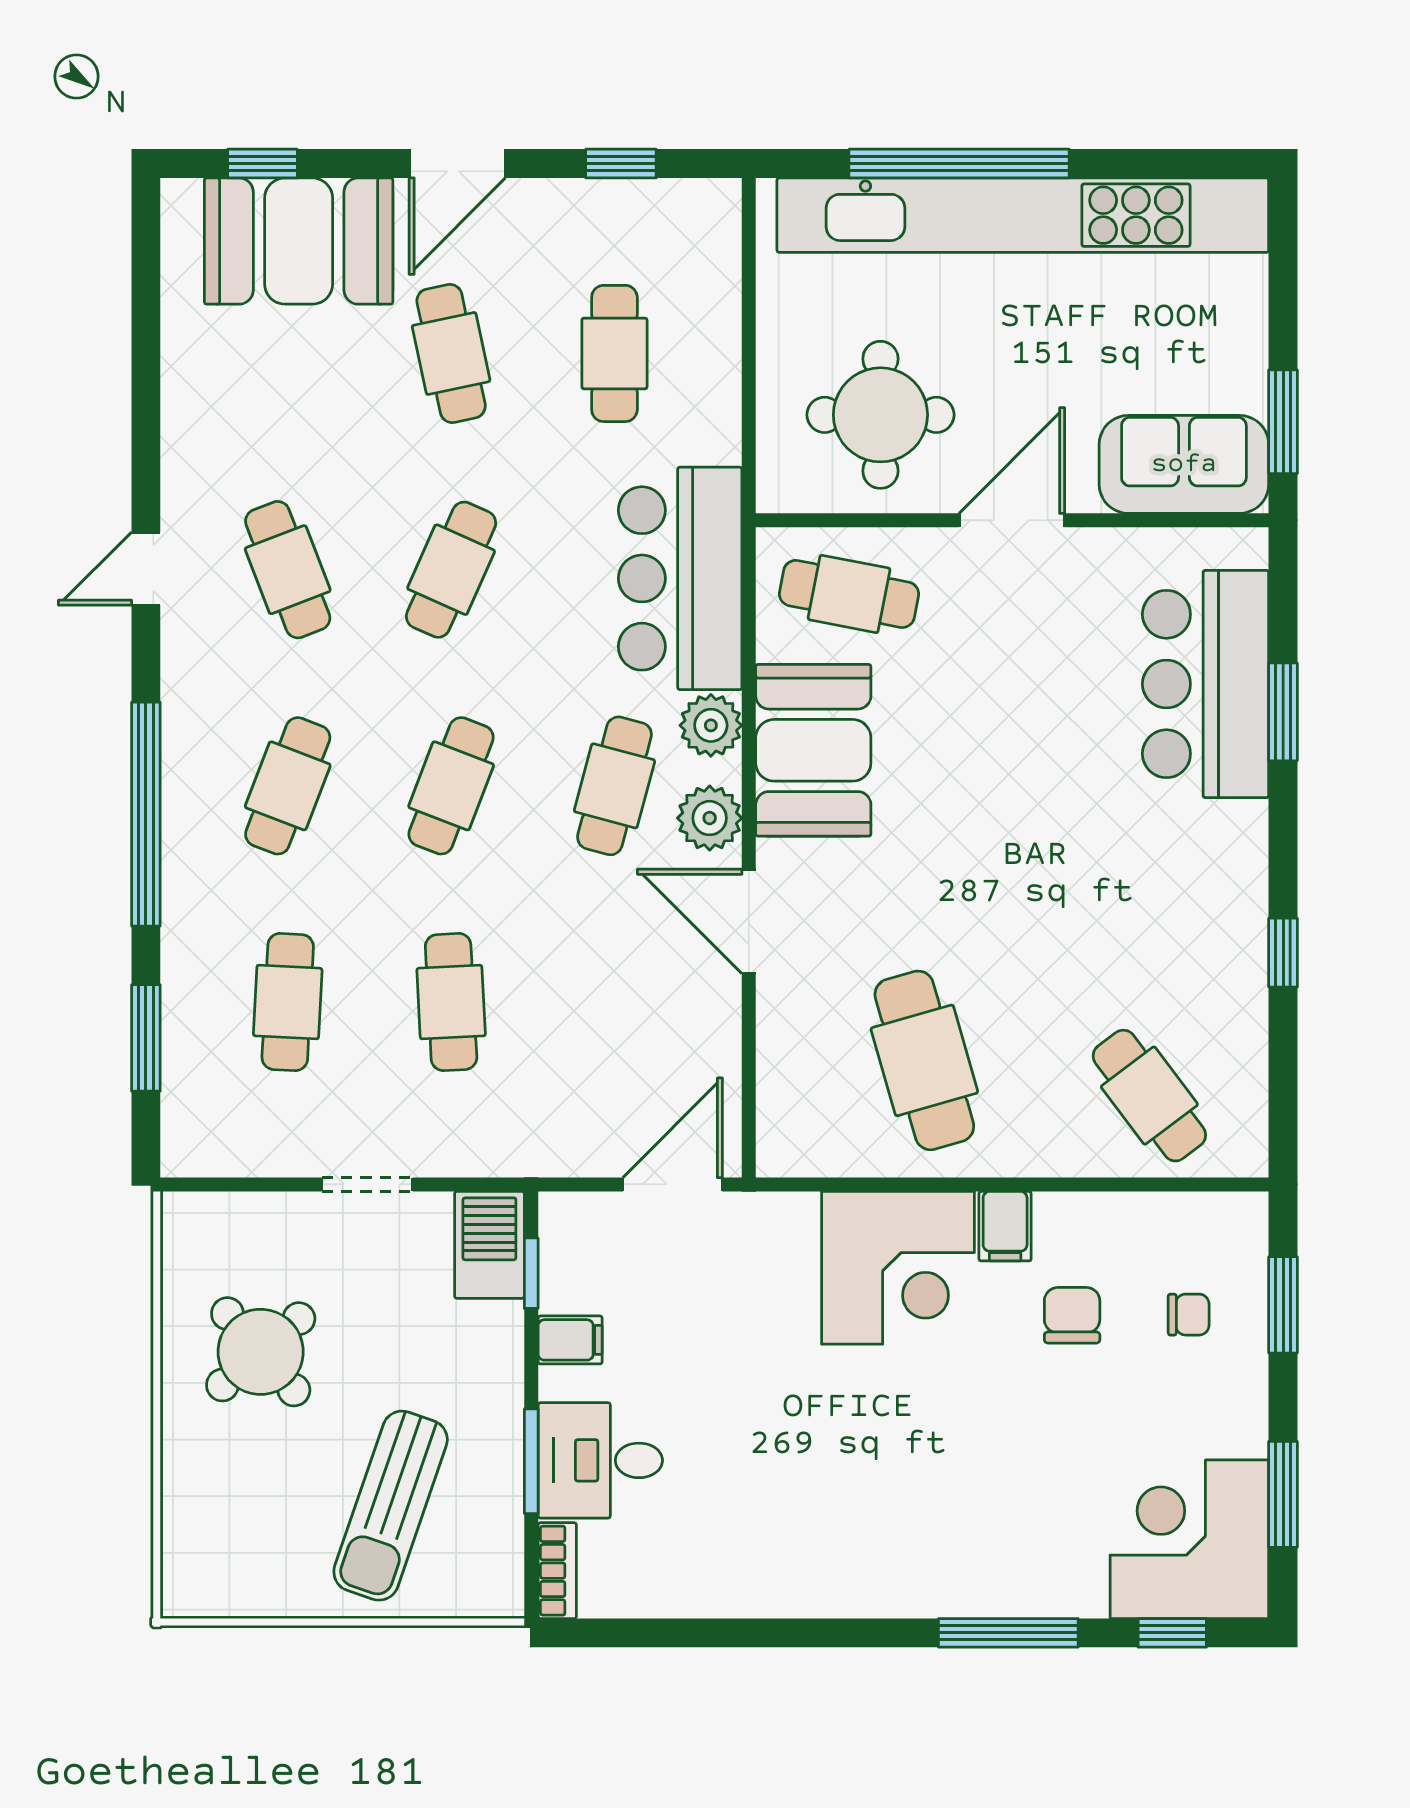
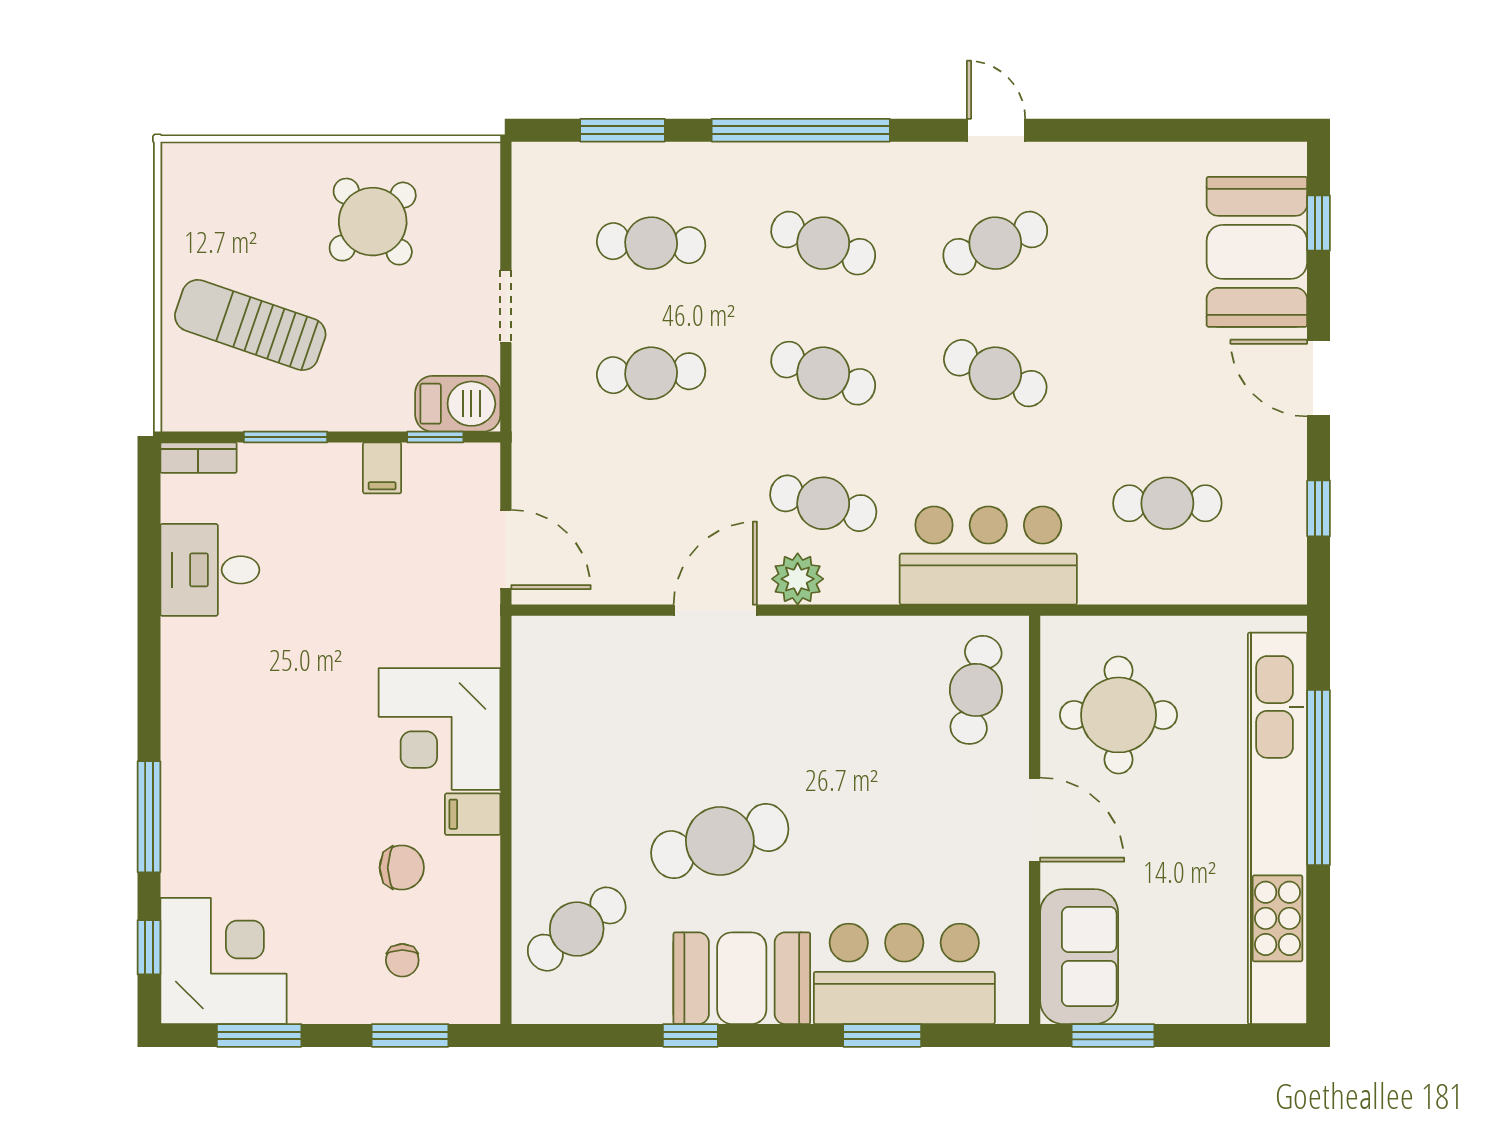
cafe table: (451, 353) -> (1167, 373), removed
plant: (711, 725) -> (871, 580), removed
booth: (813, 750) -> (742, 978), moved
cafe table: (924, 1060) -> (720, 841), moved
desk: (600, 1460) -> (210, 570), moved, turned -90

